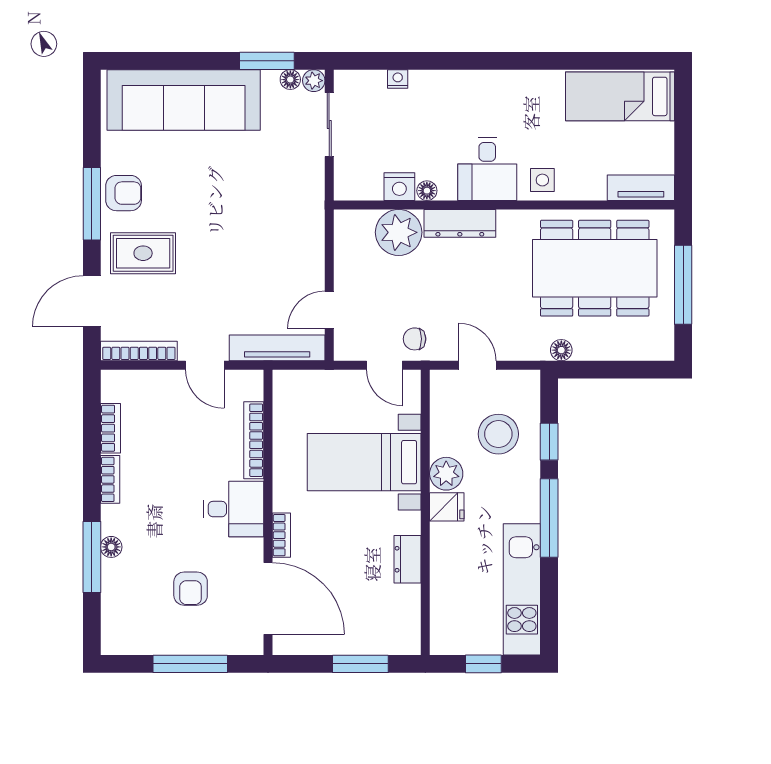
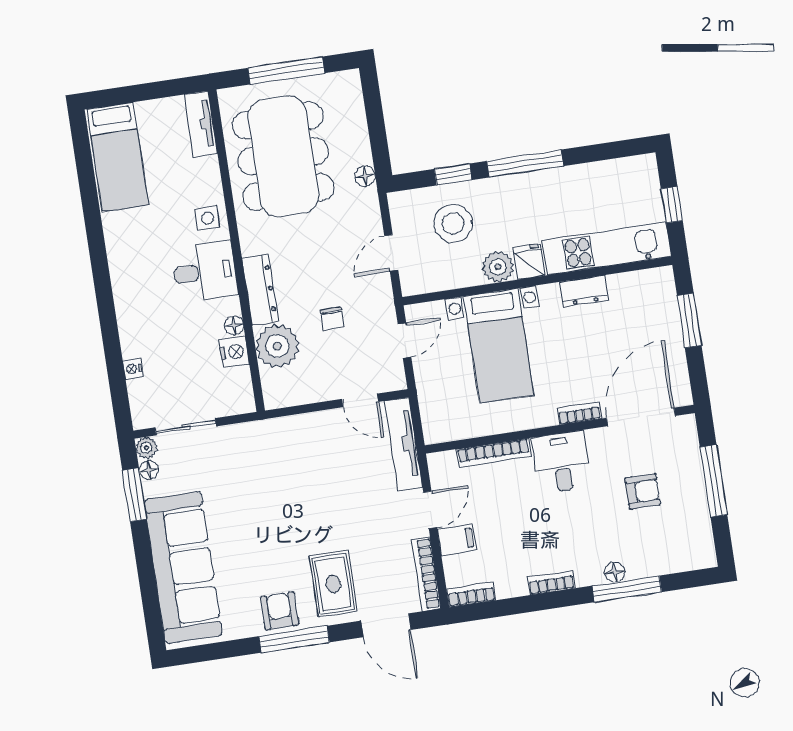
chair: (415, 339) -> (332, 319), moved
filing cabinet: (170, 388) -> (457, 540), added
bookcase: (110, 428) -> (471, 594), moved
kitchen unit: (522, 589) -> (607, 248), moved, turned 180

